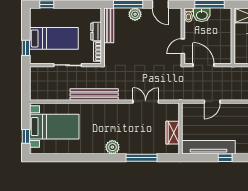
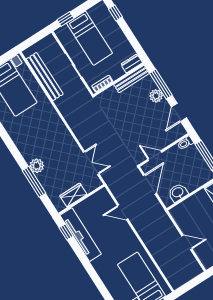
washbasin: (202, 15) -> (178, 193), moved, turned 90
dresser: (96, 32) -> (132, 63), moved
bench: (94, 95) -> (45, 77), moved
double door: (146, 102) -> (91, 163), moved
plant: (112, 147) -> (37, 166), moved
window: (225, 158) -> (66, 232), moved

